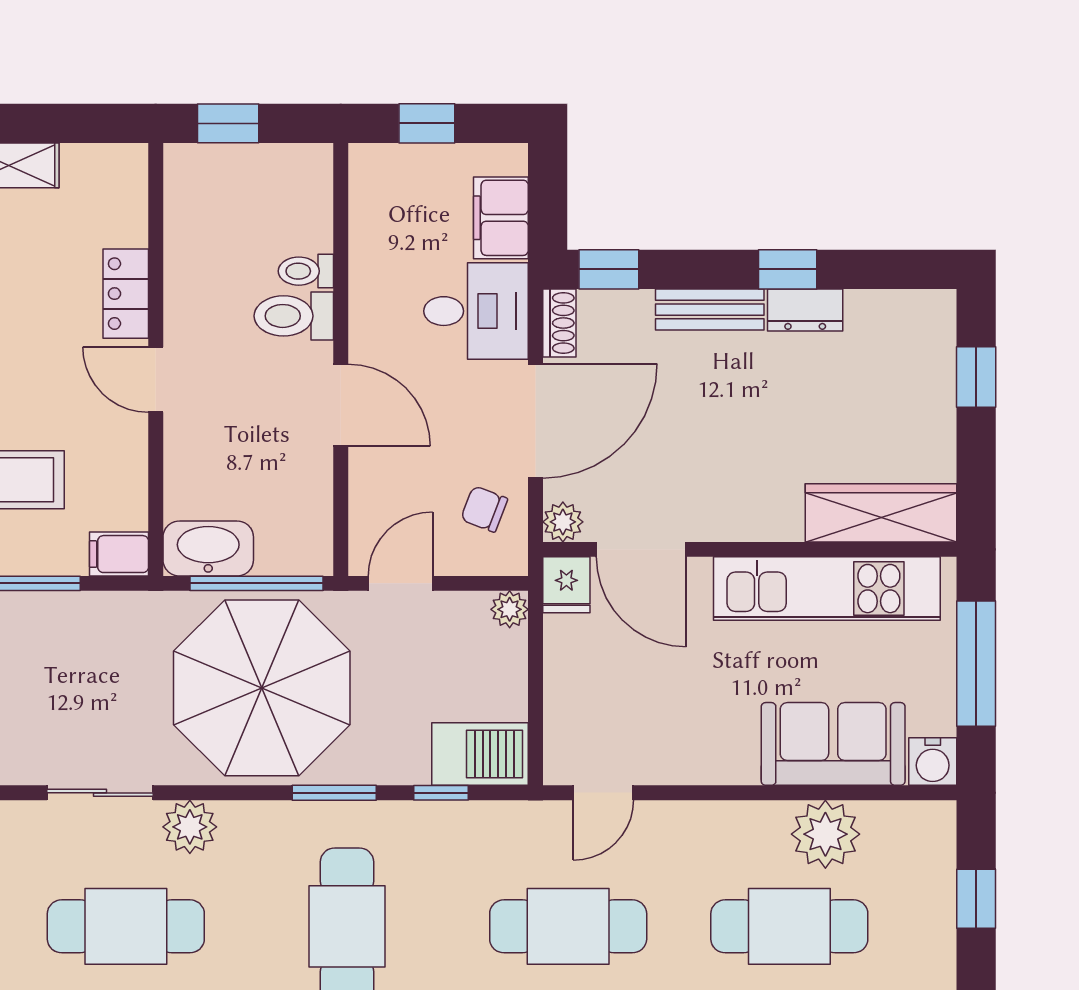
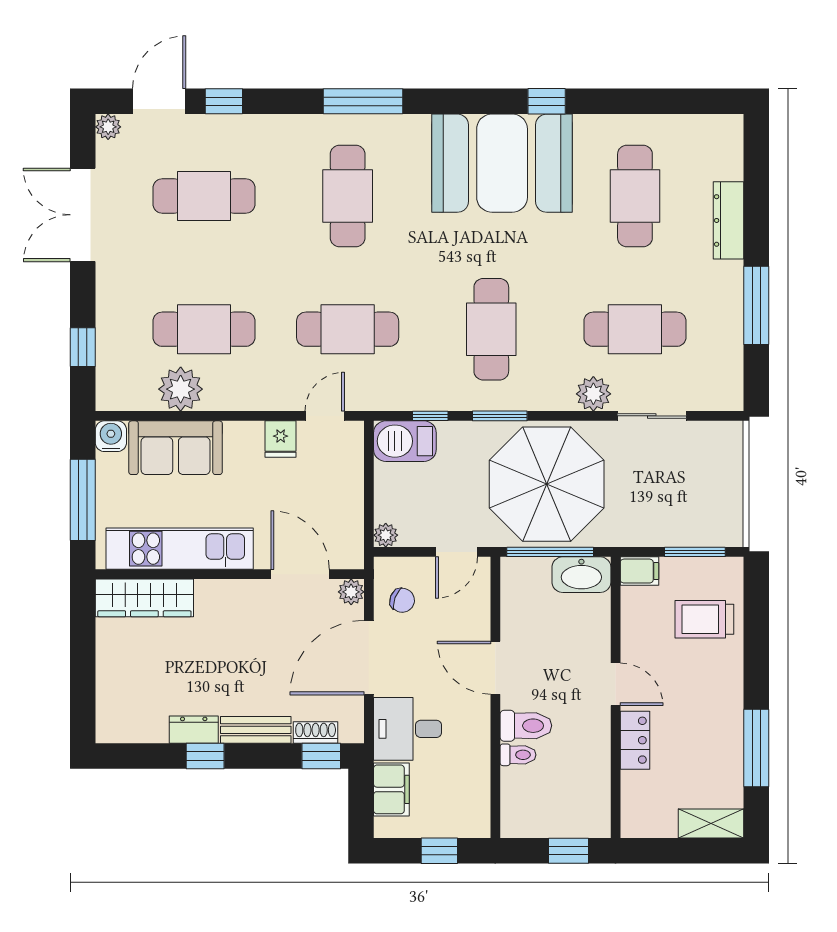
shoe rack: (559, 323) -> (316, 732), moved, turned 90
window: (976, 377) -> (83, 686), removed
fridge: (566, 585) -> (281, 439), moved, turned 180

